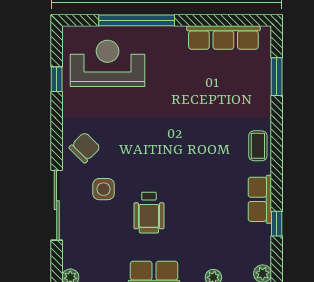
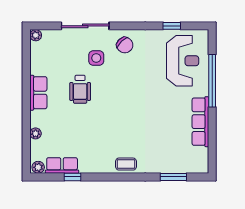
row of seats: (223, 37) -> (200, 122), moved
row of seats: (260, 199) -> (62, 165), moved
wheelchair: (149, 213) -> (80, 89), turned -90

